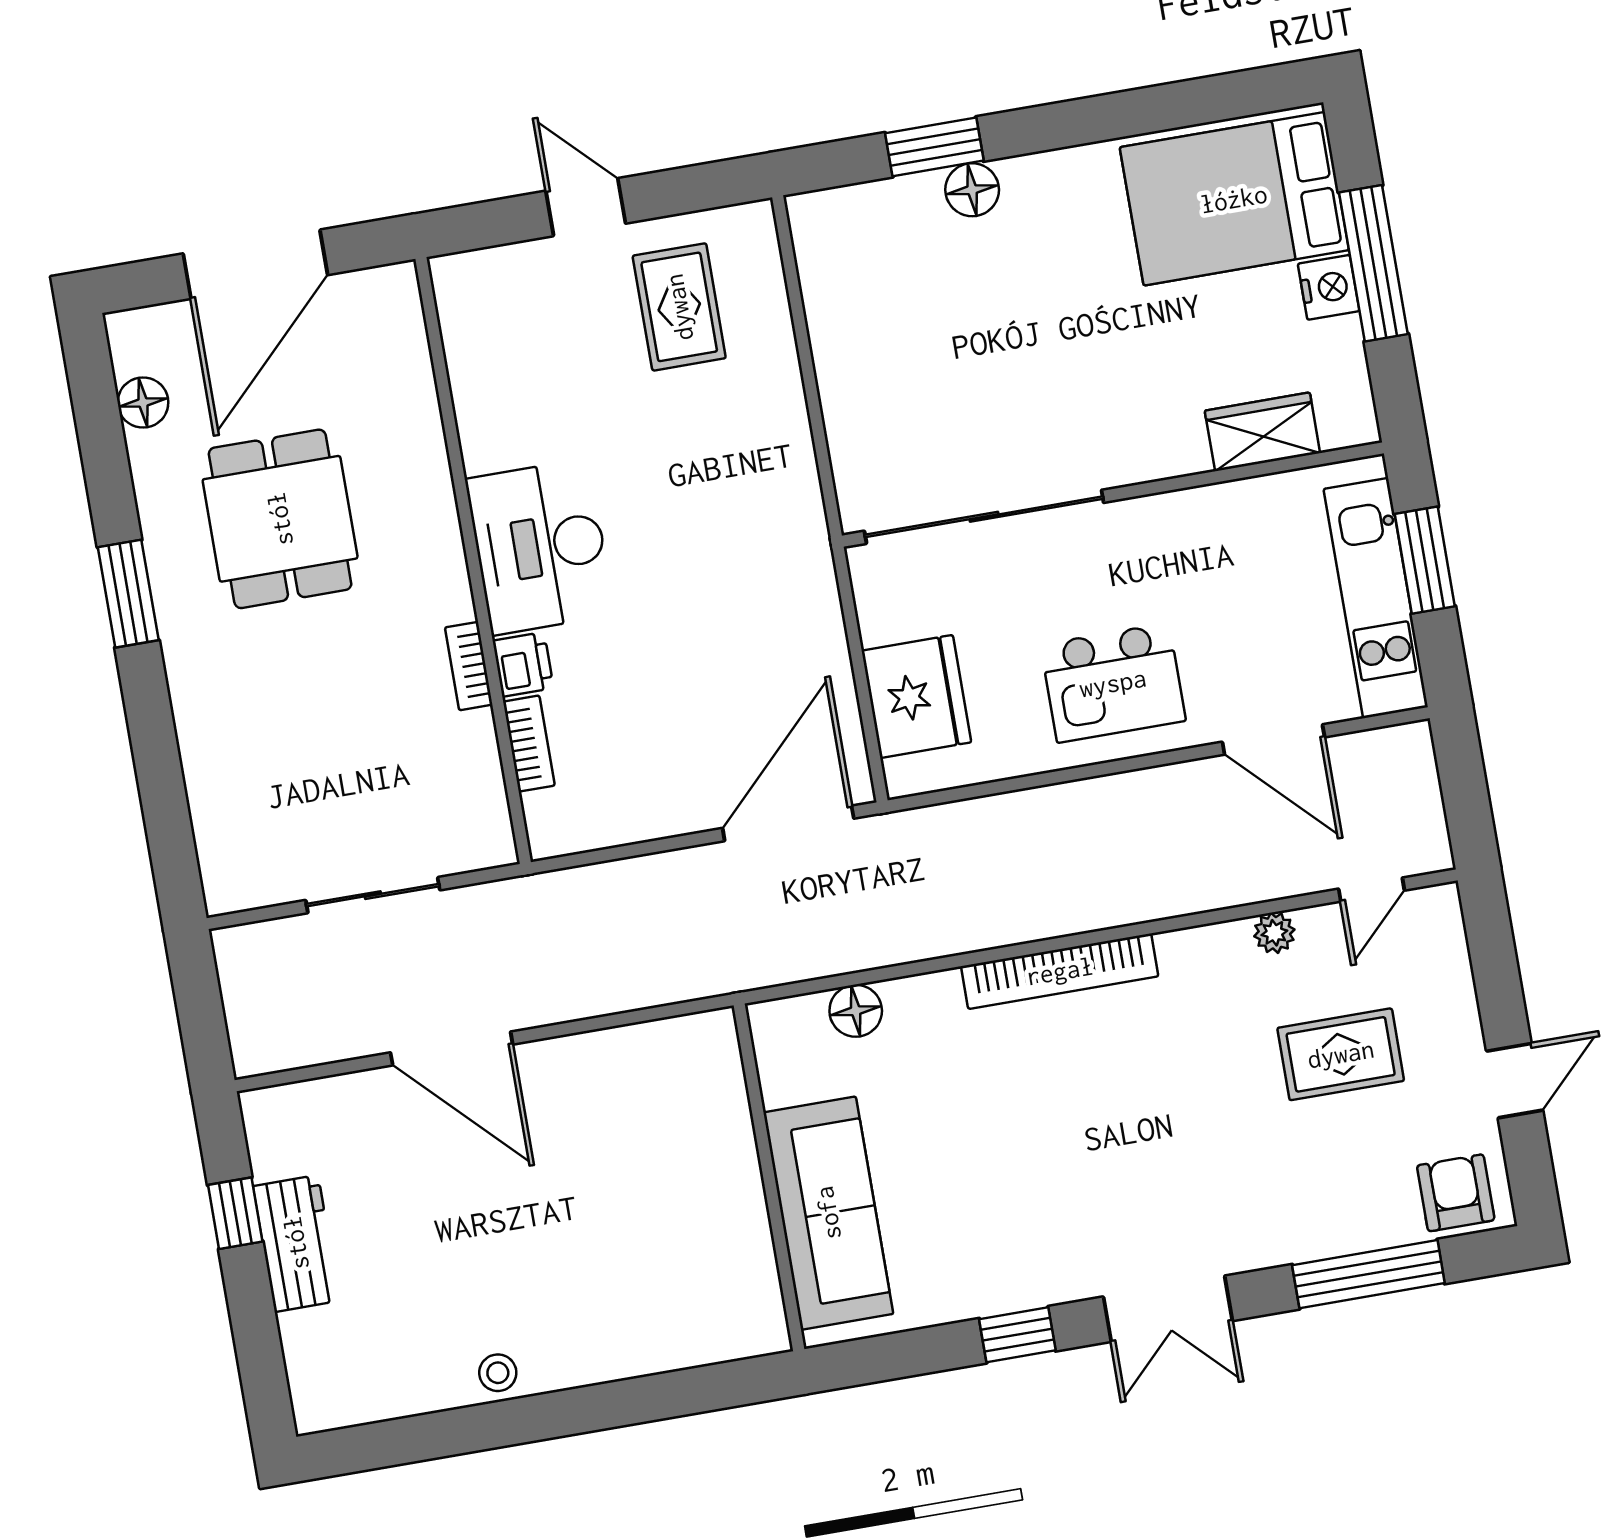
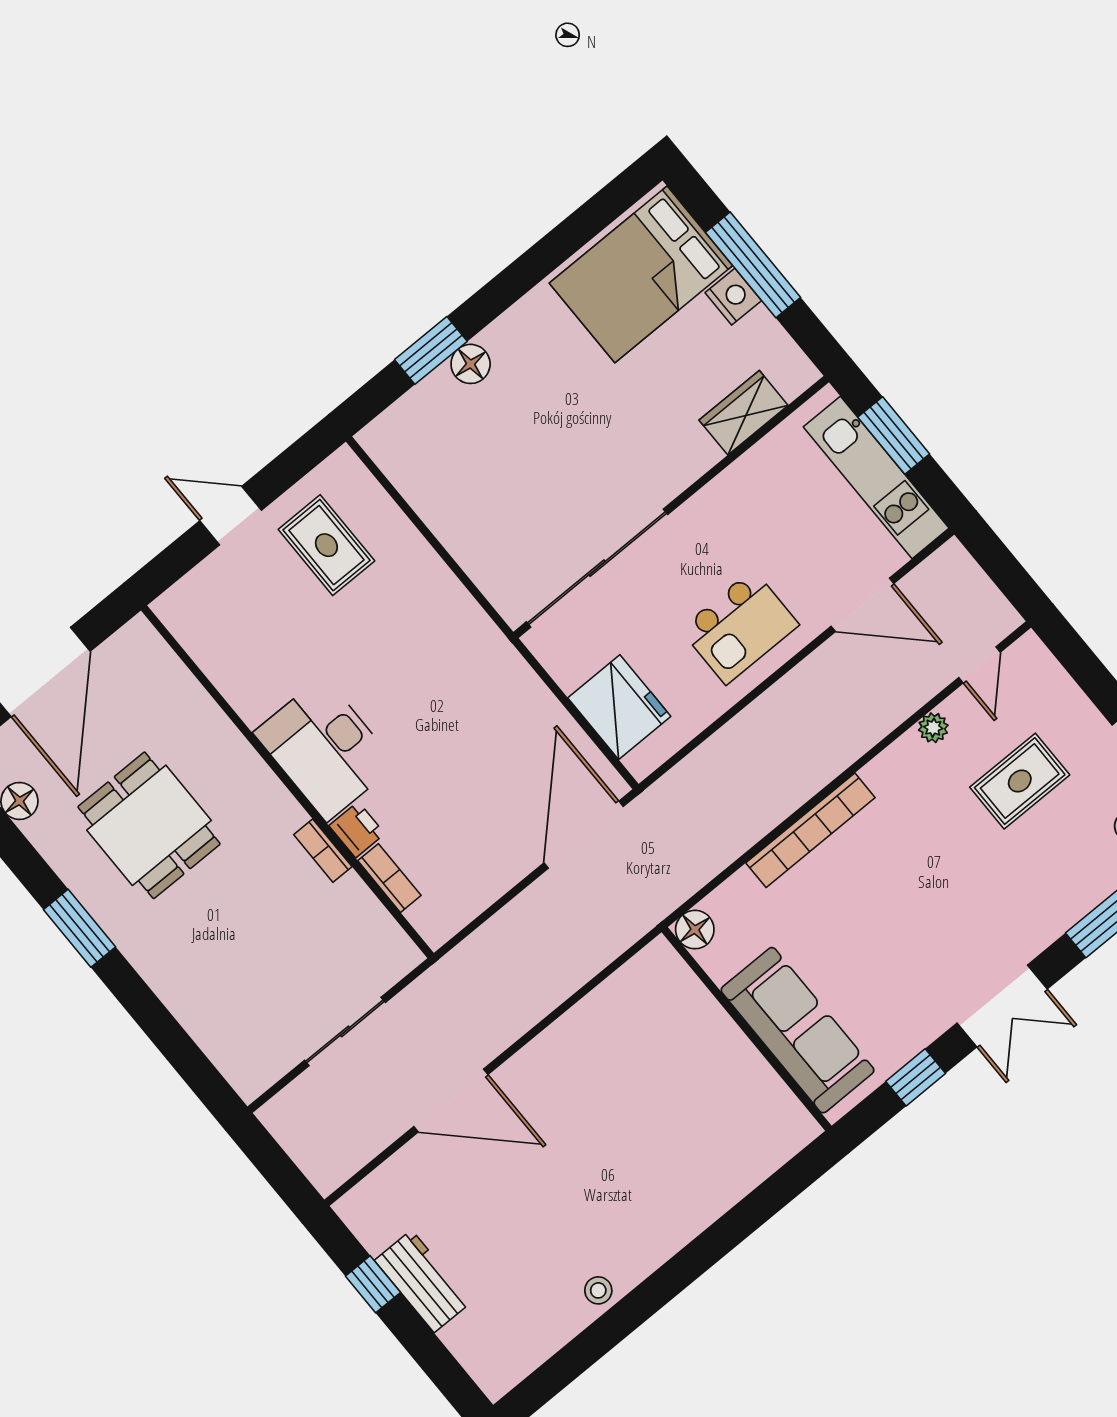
wall: (769, 1177) -> (747, 1029), moved
sofa: (828, 1213) -> (798, 1030), moved

